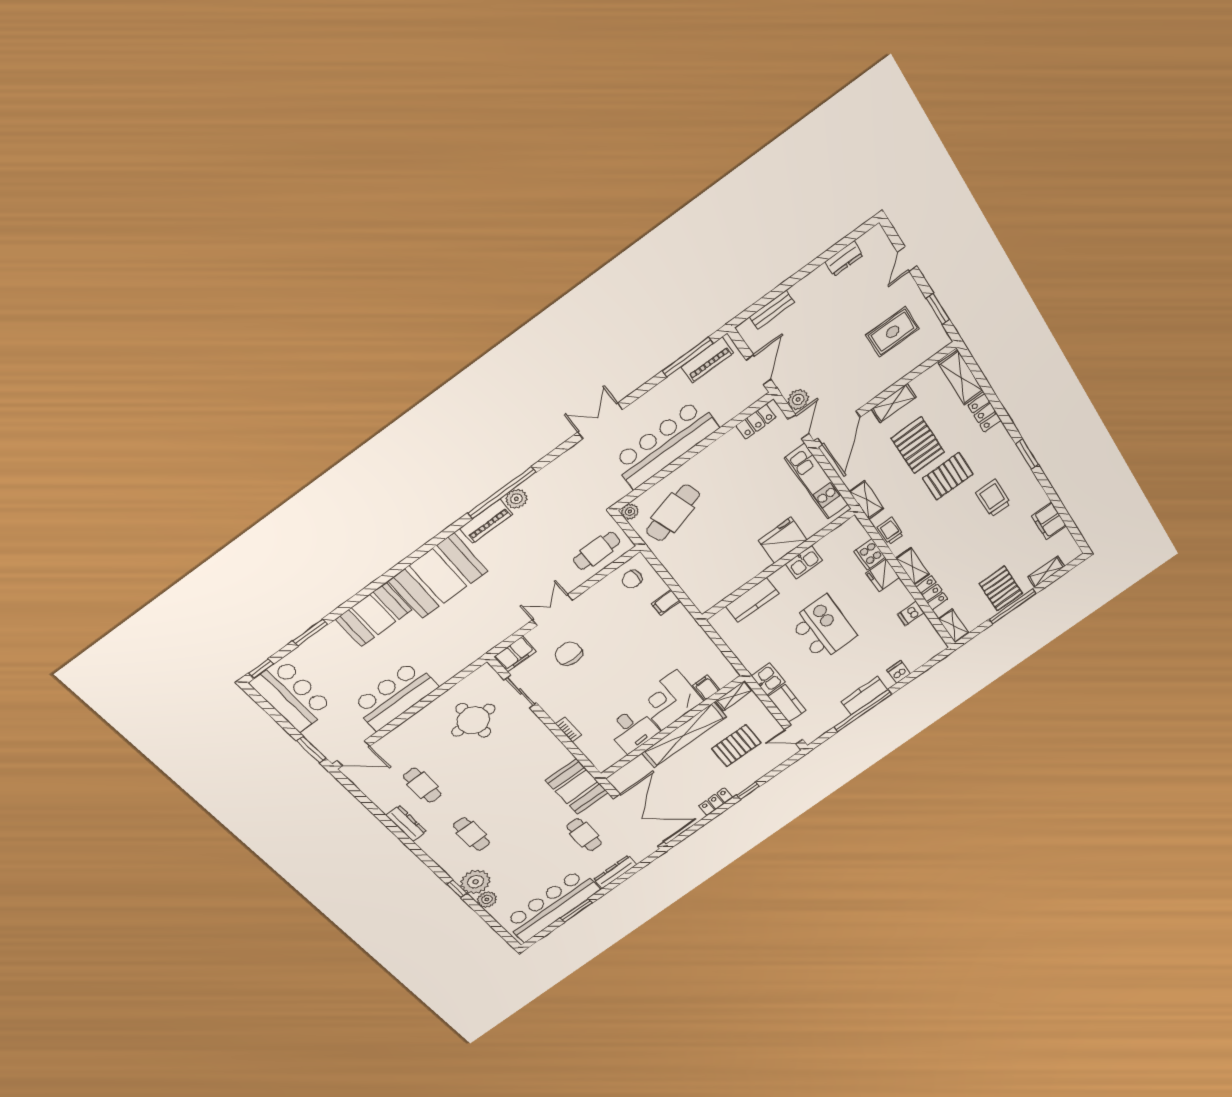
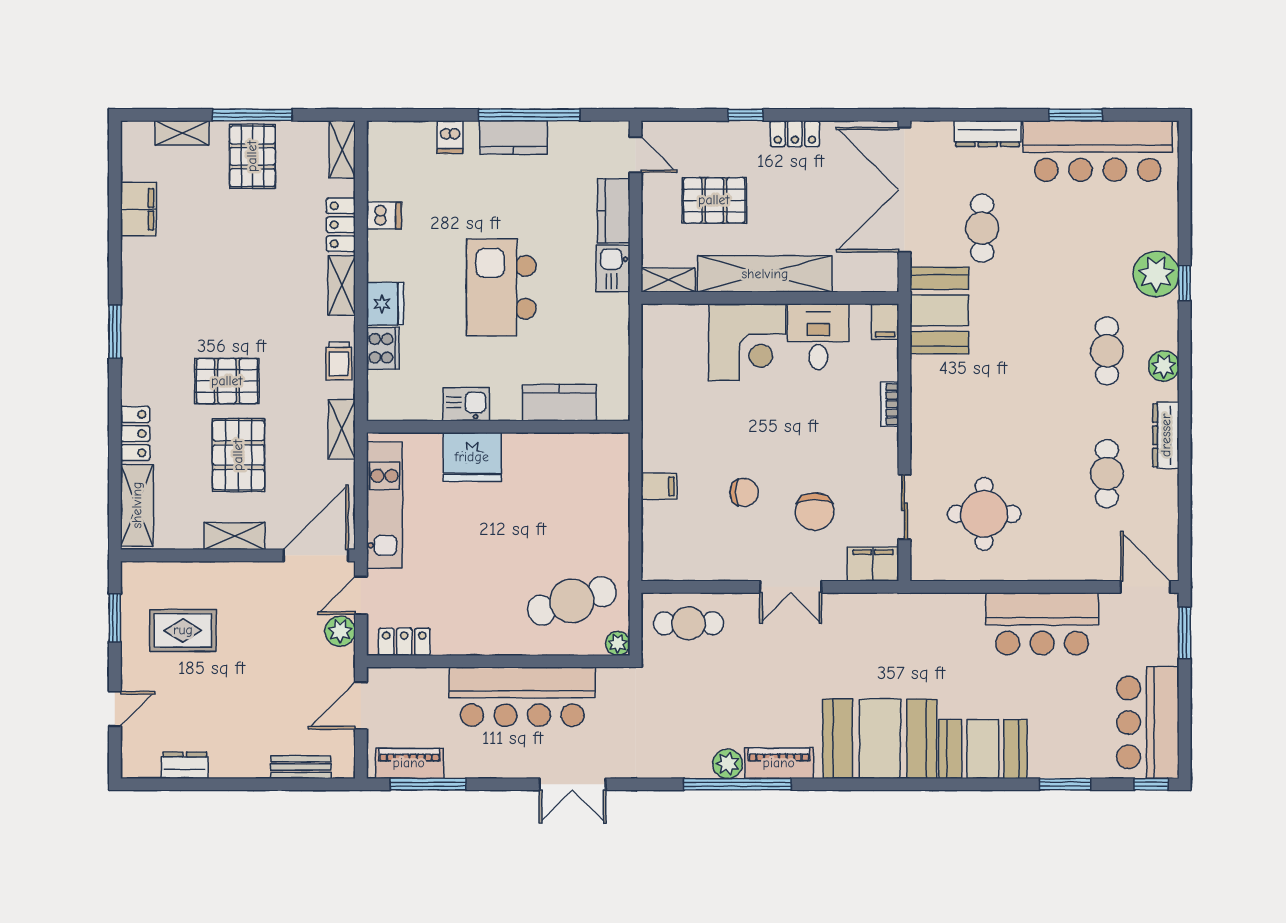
trolley: (993, 498) -> (189, 302), removed
chair: (632, 579) -> (744, 492), moved
filing cabinet: (706, 688) -> (885, 322), moved
plant: (487, 899) -> (1164, 366), moved

